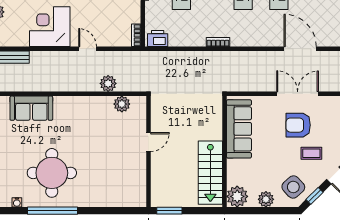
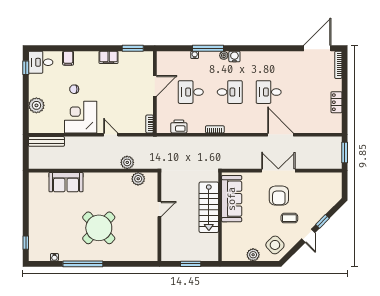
printer: (158, 38) -> (179, 126), moved
armchair: (298, 125) -> (279, 196), turned -90
round table: (52, 173) -> (99, 228), moved, turned 45
stairs: (210, 173) -> (209, 207), moved
plant: (237, 196) -> (230, 253), removed
window: (314, 196) -> (292, 252), removed
window: (169, 211) -> (191, 264), moved

